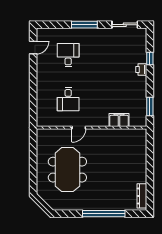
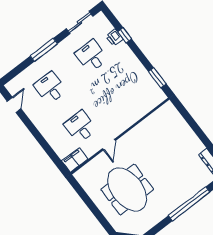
desk: (115, 55) -> (91, 56), added
printer: (141, 70) -> (114, 38), moved
desk: (68, 99) -> (80, 127), turned 180
filing cabinet: (119, 120) -> (75, 160), moved

